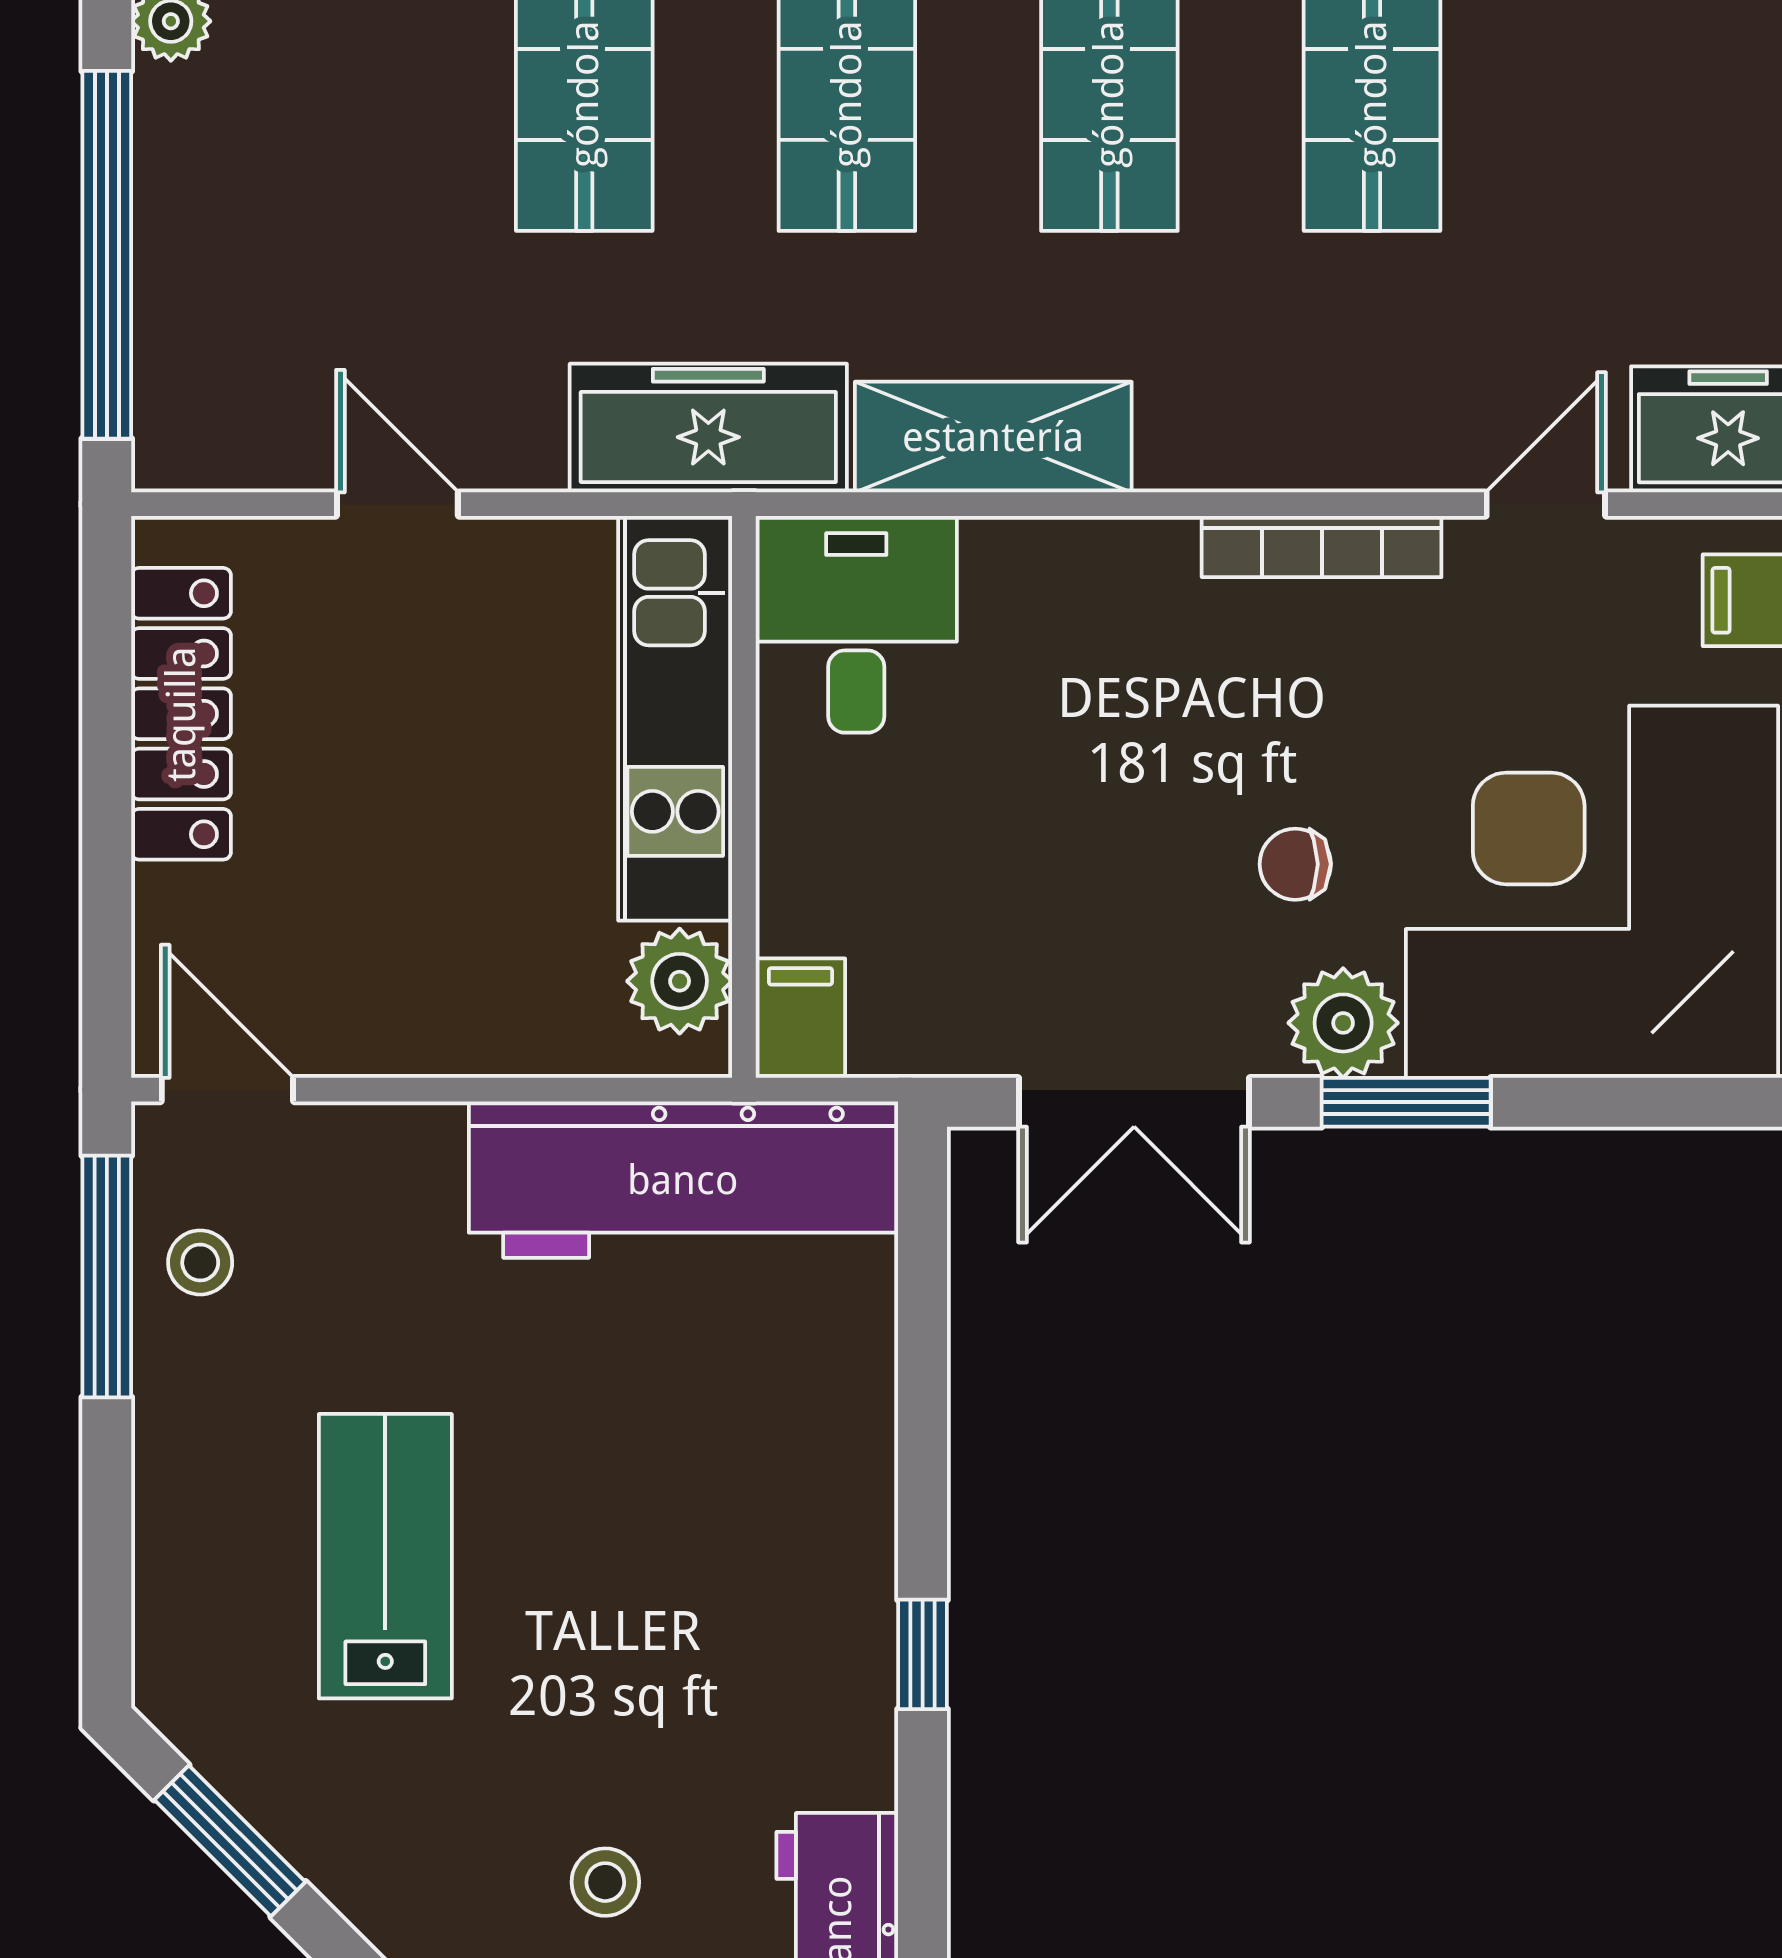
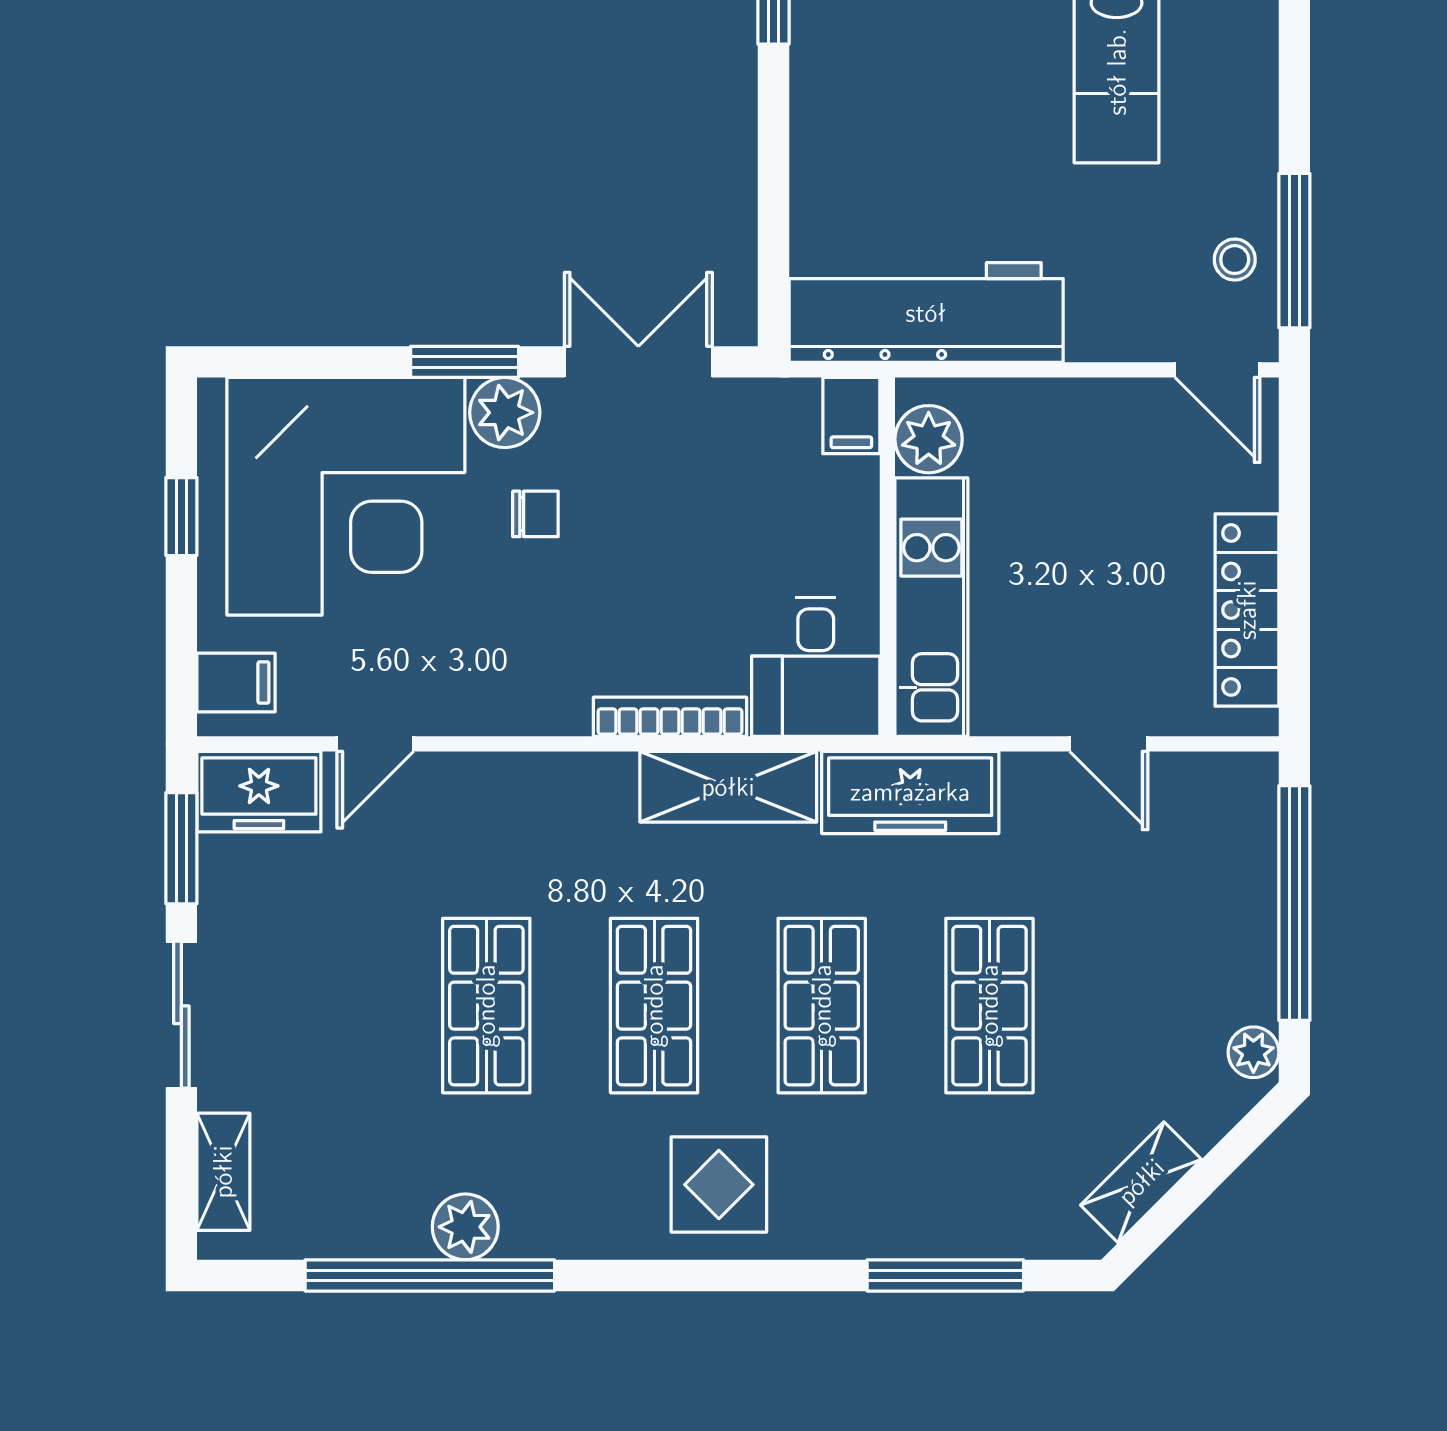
bookcase: (1322, 547) -> (670, 717), moved

